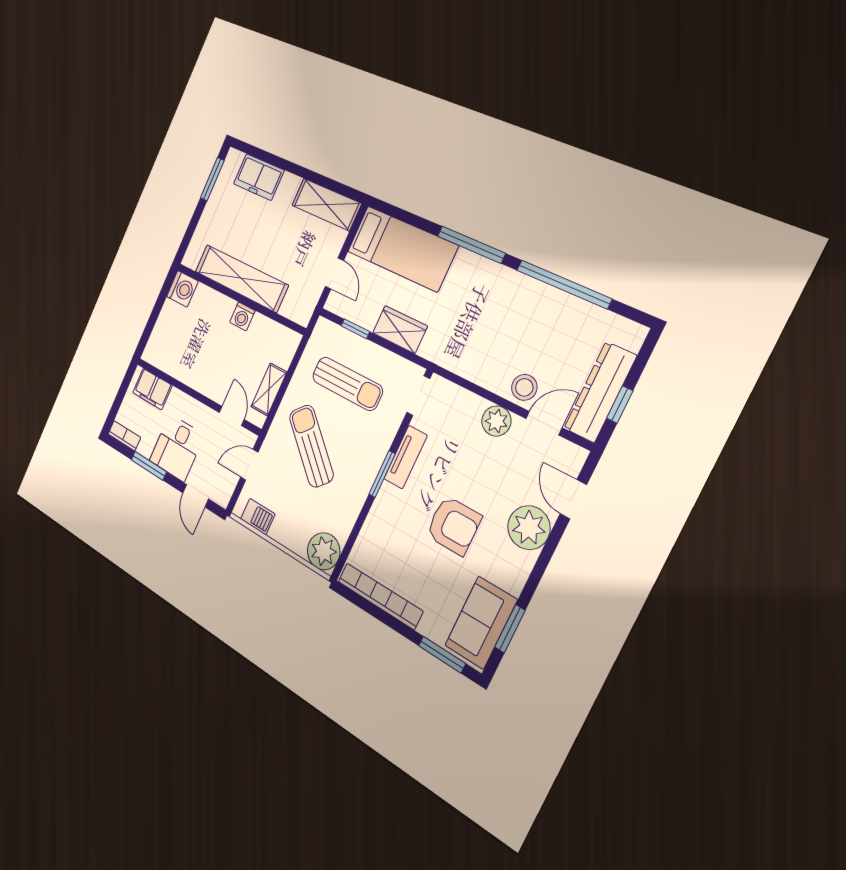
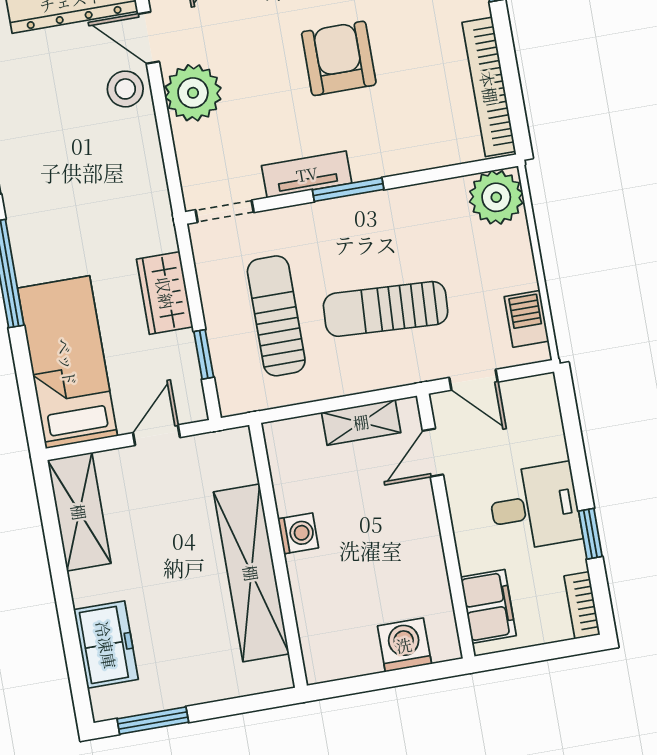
washing machine: (182, 289) -> (404, 645), moved
plant: (496, 421) -> (193, 93), width x1.36, depth x1.36
sun lounger: (311, 446) -> (386, 309), turned 50
window: (149, 466) -> (590, 534), width x0.67
door: (196, 496) -> (572, 430), removed

